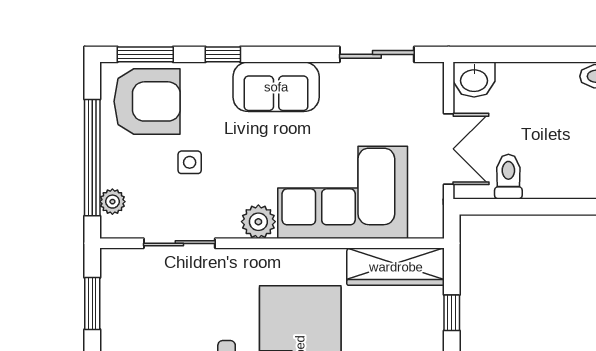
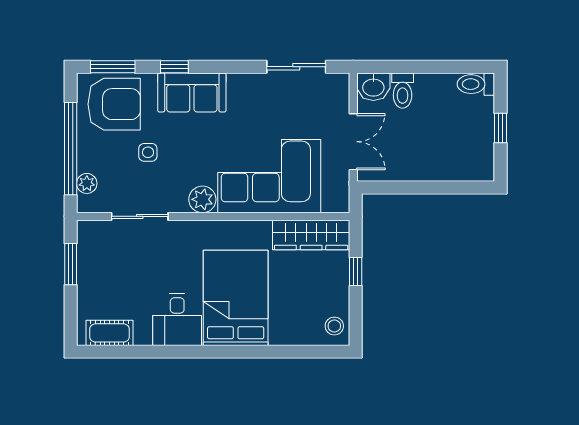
sofa: (276, 87) -> (192, 92), moved
toilet: (508, 177) -> (403, 91), moved, turned 180

